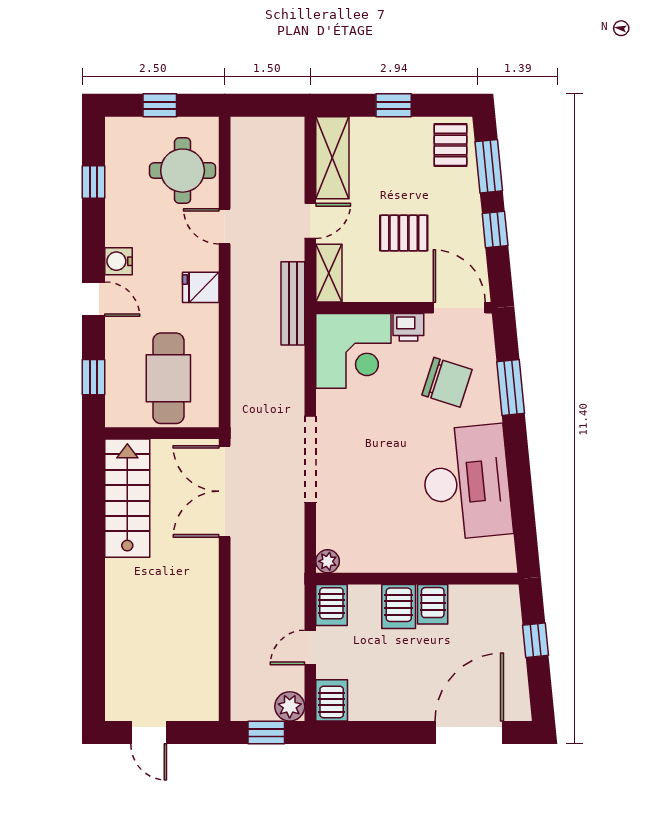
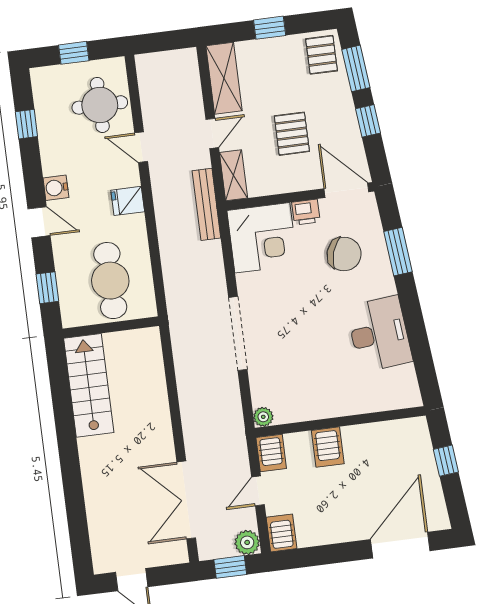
pallet: (404, 233) -> (292, 134), turned 90
desk: (467, 482) -> (379, 334), width x0.73, depth x0.77
double door: (225, 491) -> (186, 500), moved
server rack: (433, 604) -> (356, 441), removed

